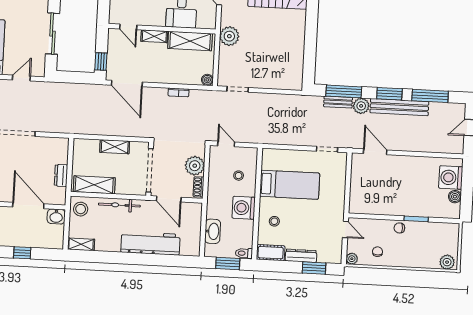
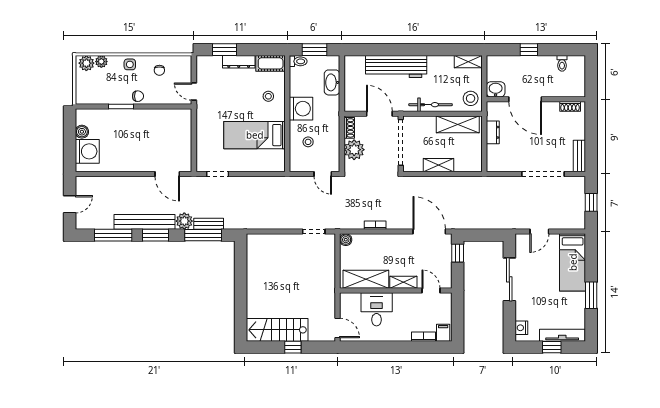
plant: (229, 36) -> (325, 286), removed
plant: (352, 259) -> (101, 62), moved
side table: (406, 259) -> (130, 64), added

